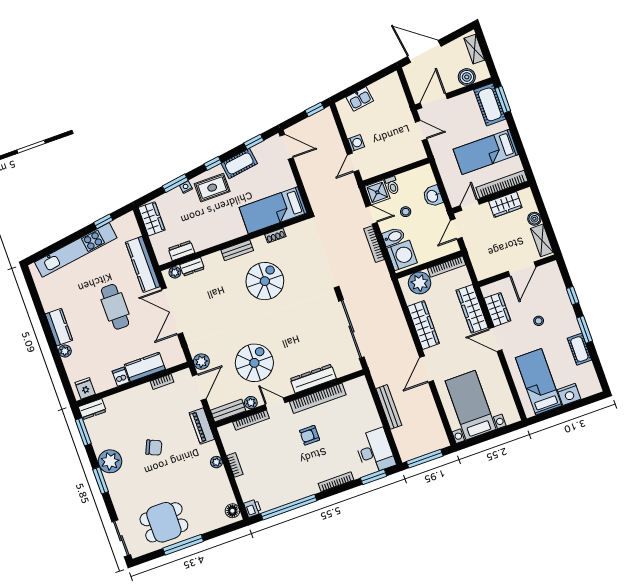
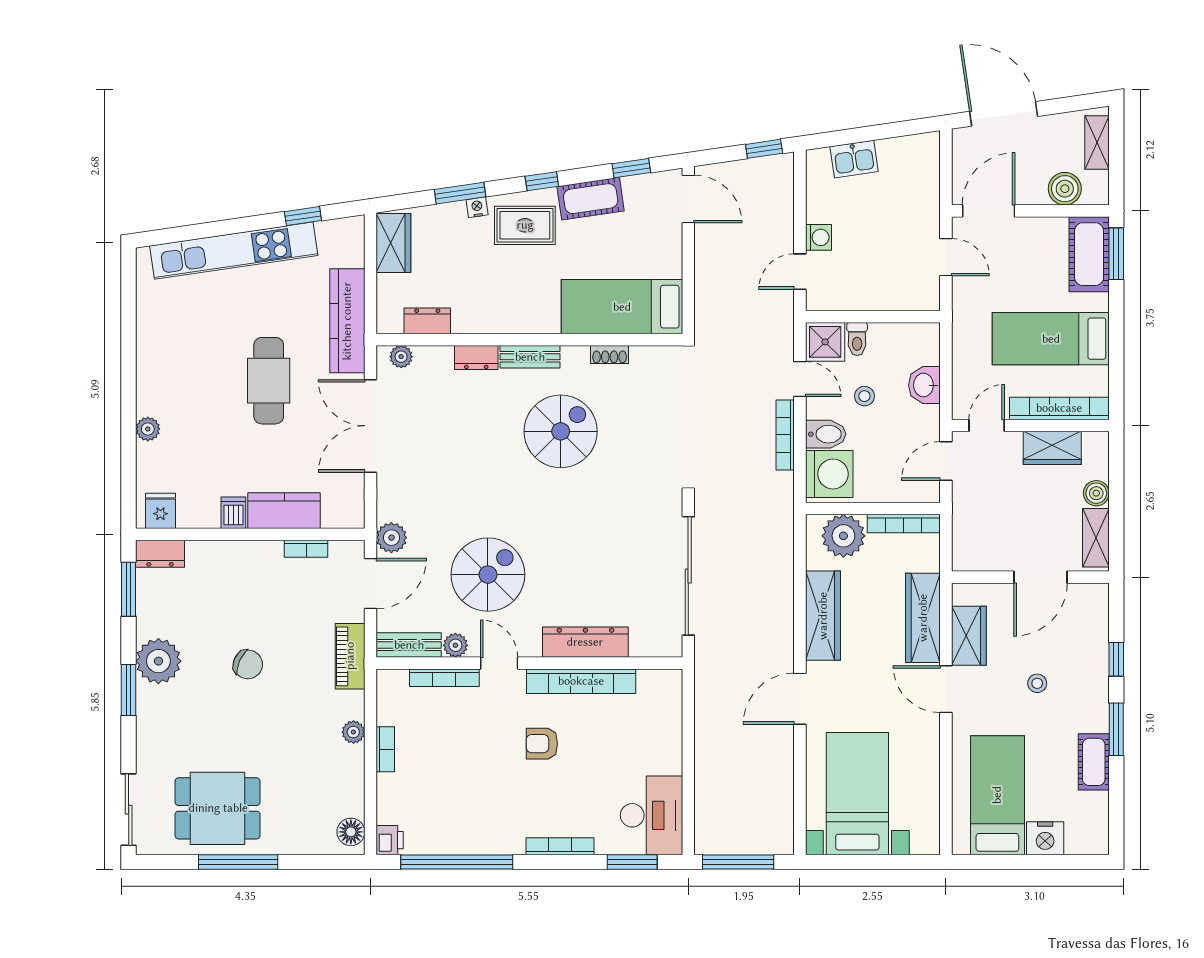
dresser: (192, 267) -> (476, 357), moved
kitchen counter: (59, 327) -> (152, 381), removed
bench: (389, 407) -> (706, 744), removed

